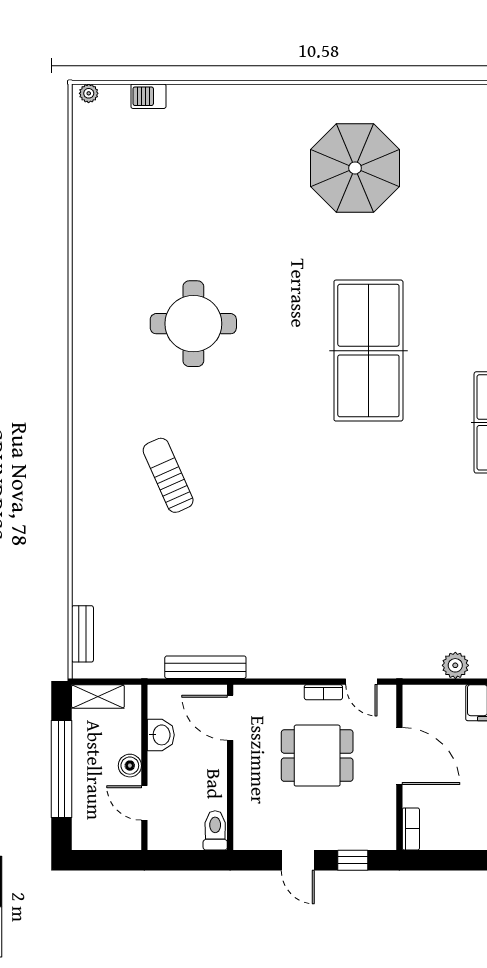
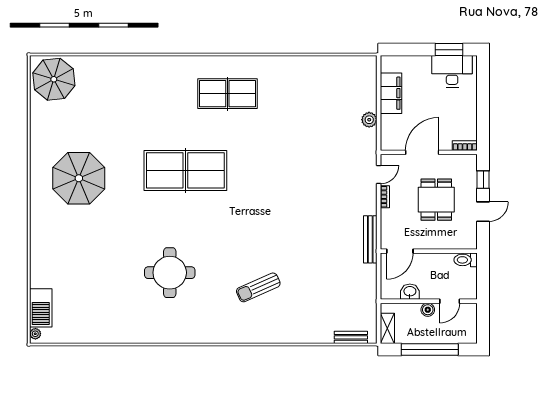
barbecue: (148, 96) -> (41, 308), width x1.88, depth x1.53
bench: (205, 667) -> (370, 239), moved
dining table: (317, 756) -> (436, 200), moved

